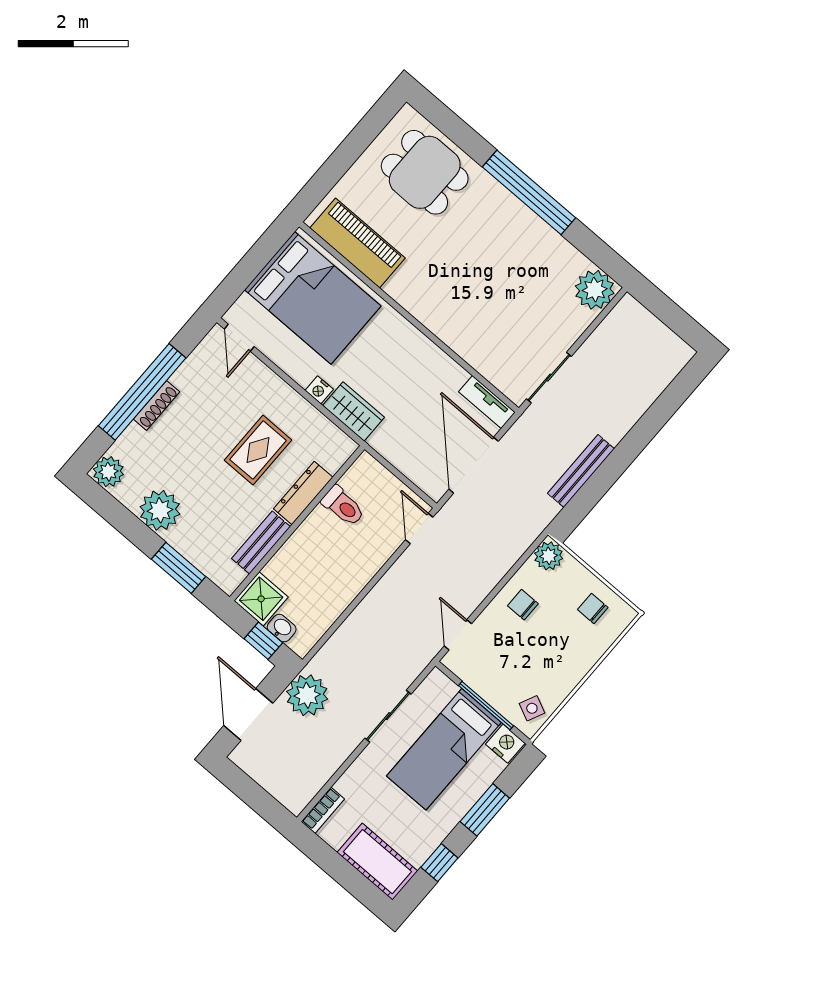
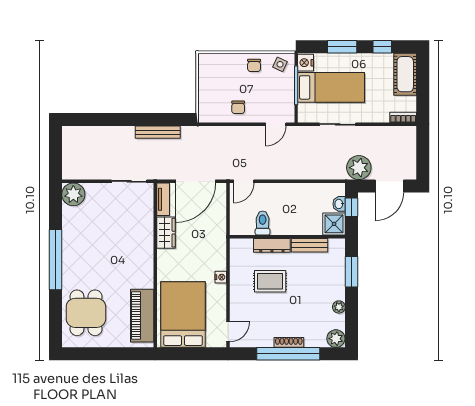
wardrobe: (353, 411) -> (166, 233), moved, turned 180
plant: (160, 510) -> (339, 307), width x0.53, depth x0.53
plant: (549, 556) -> (207, 114), removed
chair: (593, 608) -> (254, 65), moved

